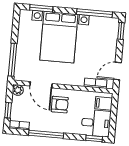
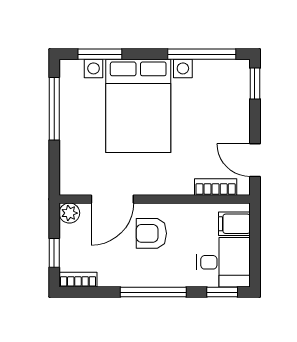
window: (13, 60) -> (54, 109), moved
door: (117, 71) -> (255, 160), hinge flipped
door: (41, 85) -> (112, 199), hinge flipped
armchair: (60, 105) -> (151, 233), turned 180
window: (46, 134) -> (153, 292), moved

